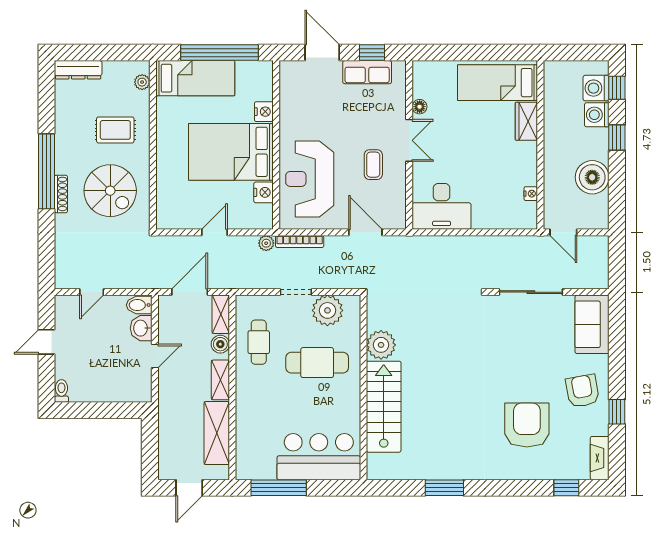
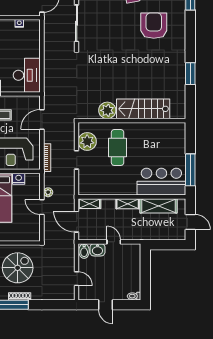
plant: (266, 243) -> (48, 192), moved
cafe table: (259, 342) -> (106, 181), removed
boiler: (220, 344) -> (107, 204), removed
armchair: (527, 425) -> (154, 26), turned 90
bar counter: (319, 457) -> (161, 182), moved, turned 90

